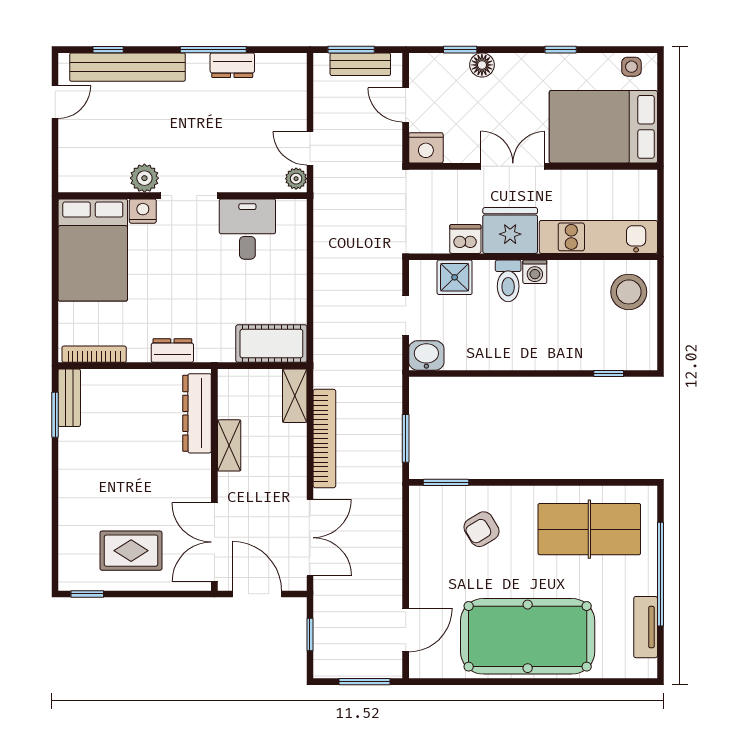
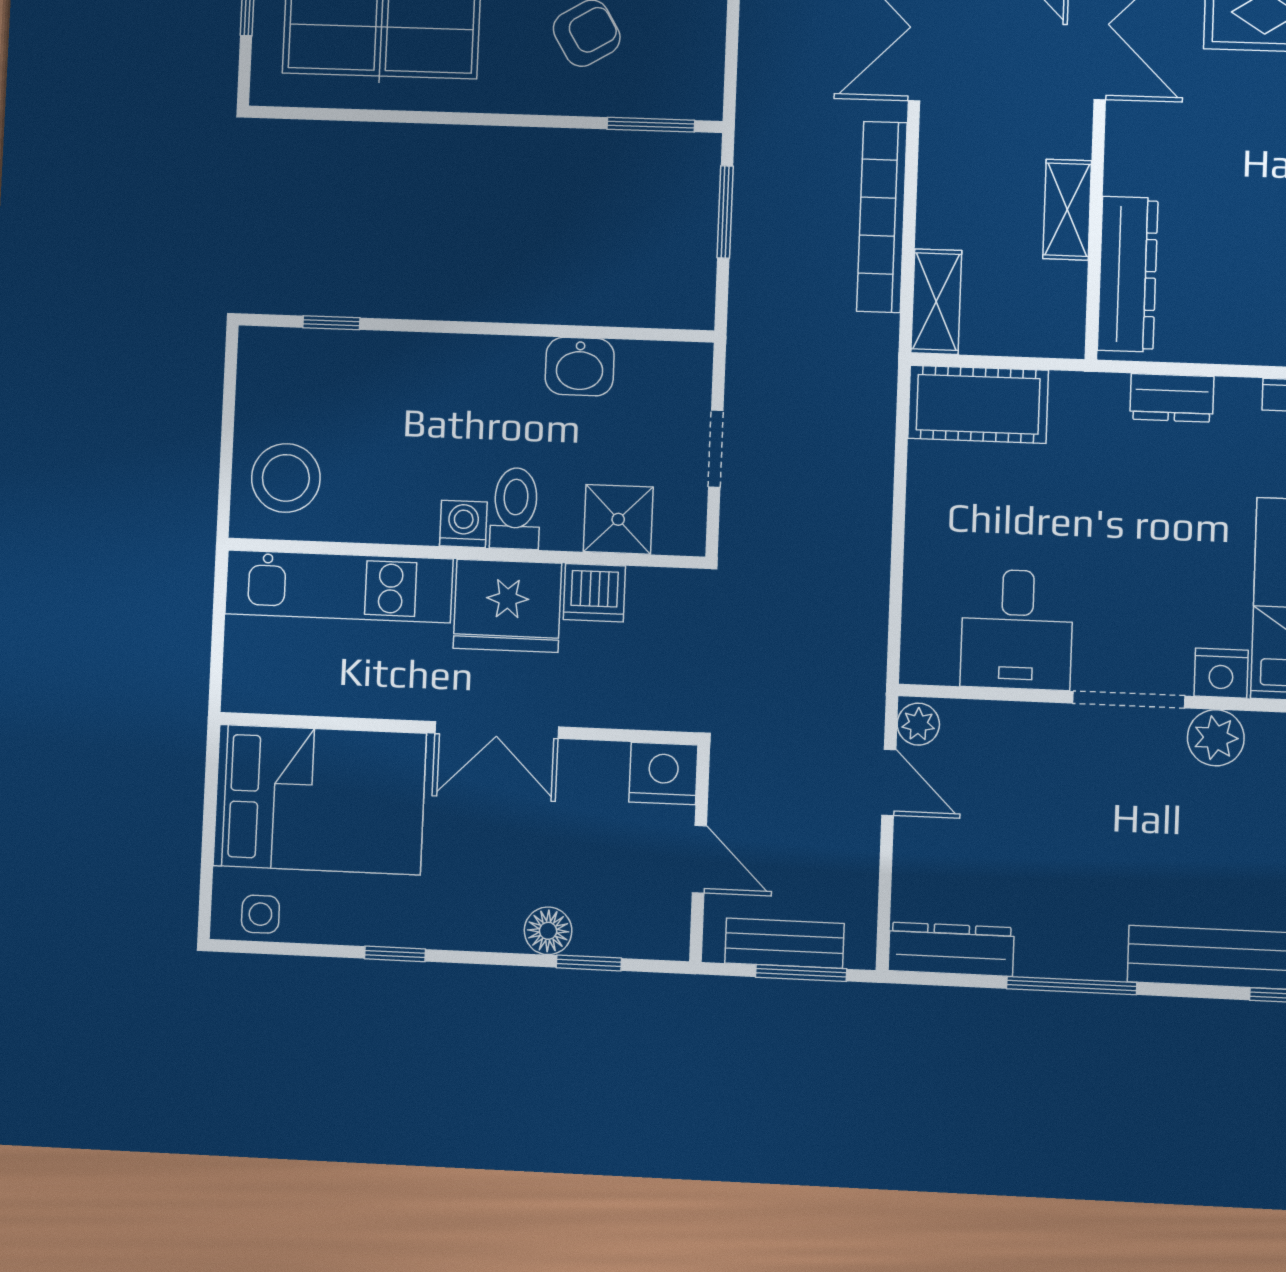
dresser: (232, 65) -> (951, 949), moved, width x1.44
washbasin: (426, 355) -> (580, 367), moved

